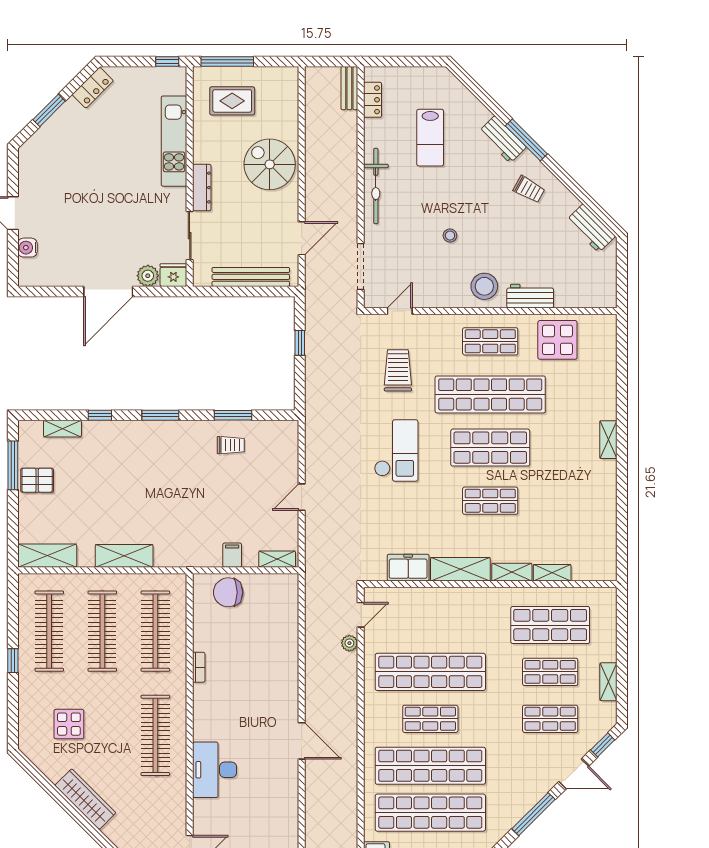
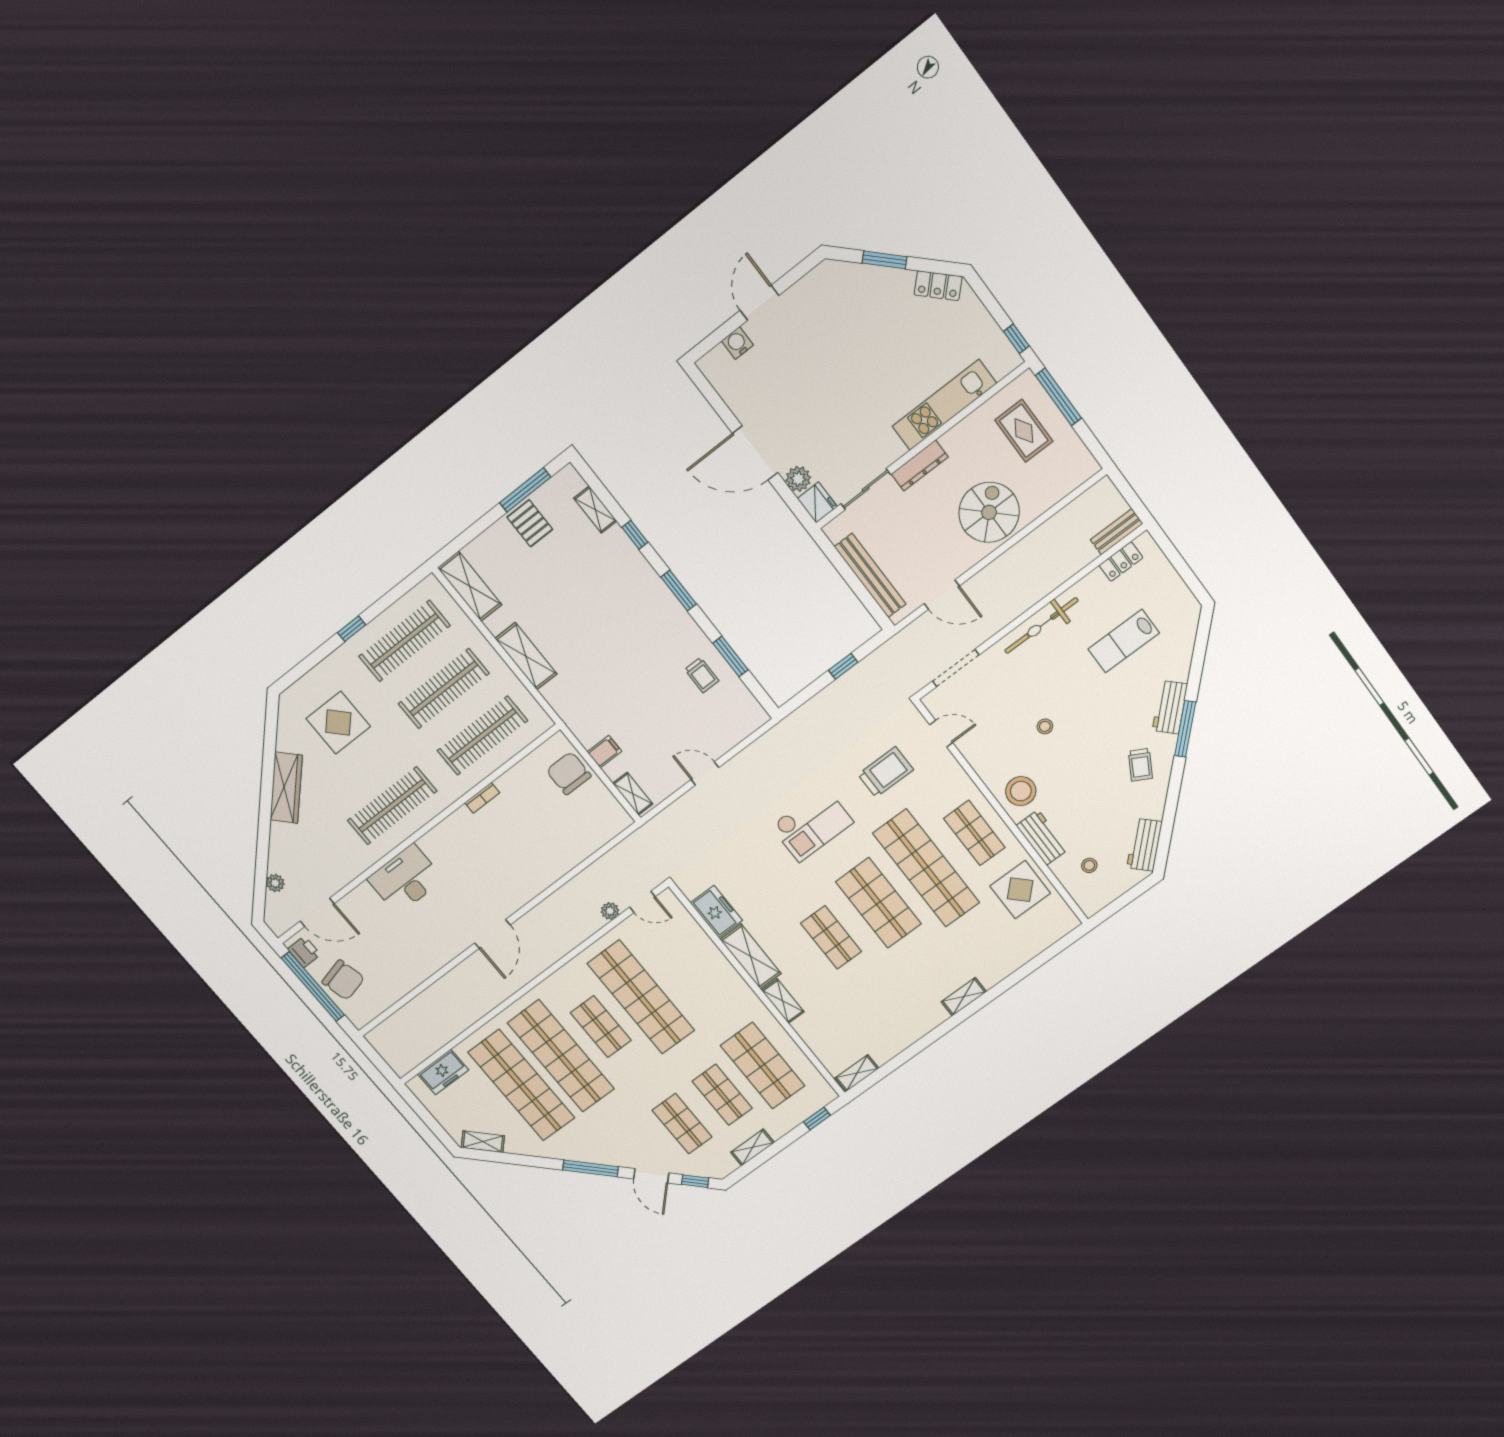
stool: (577, 278) -> (1089, 865), added
shelving: (552, 573) -> (857, 1073), moved, turned 90
window: (622, 617) -> (817, 1119), added
display table: (69, 724) -> (338, 723), width x1.36, depth x1.36

